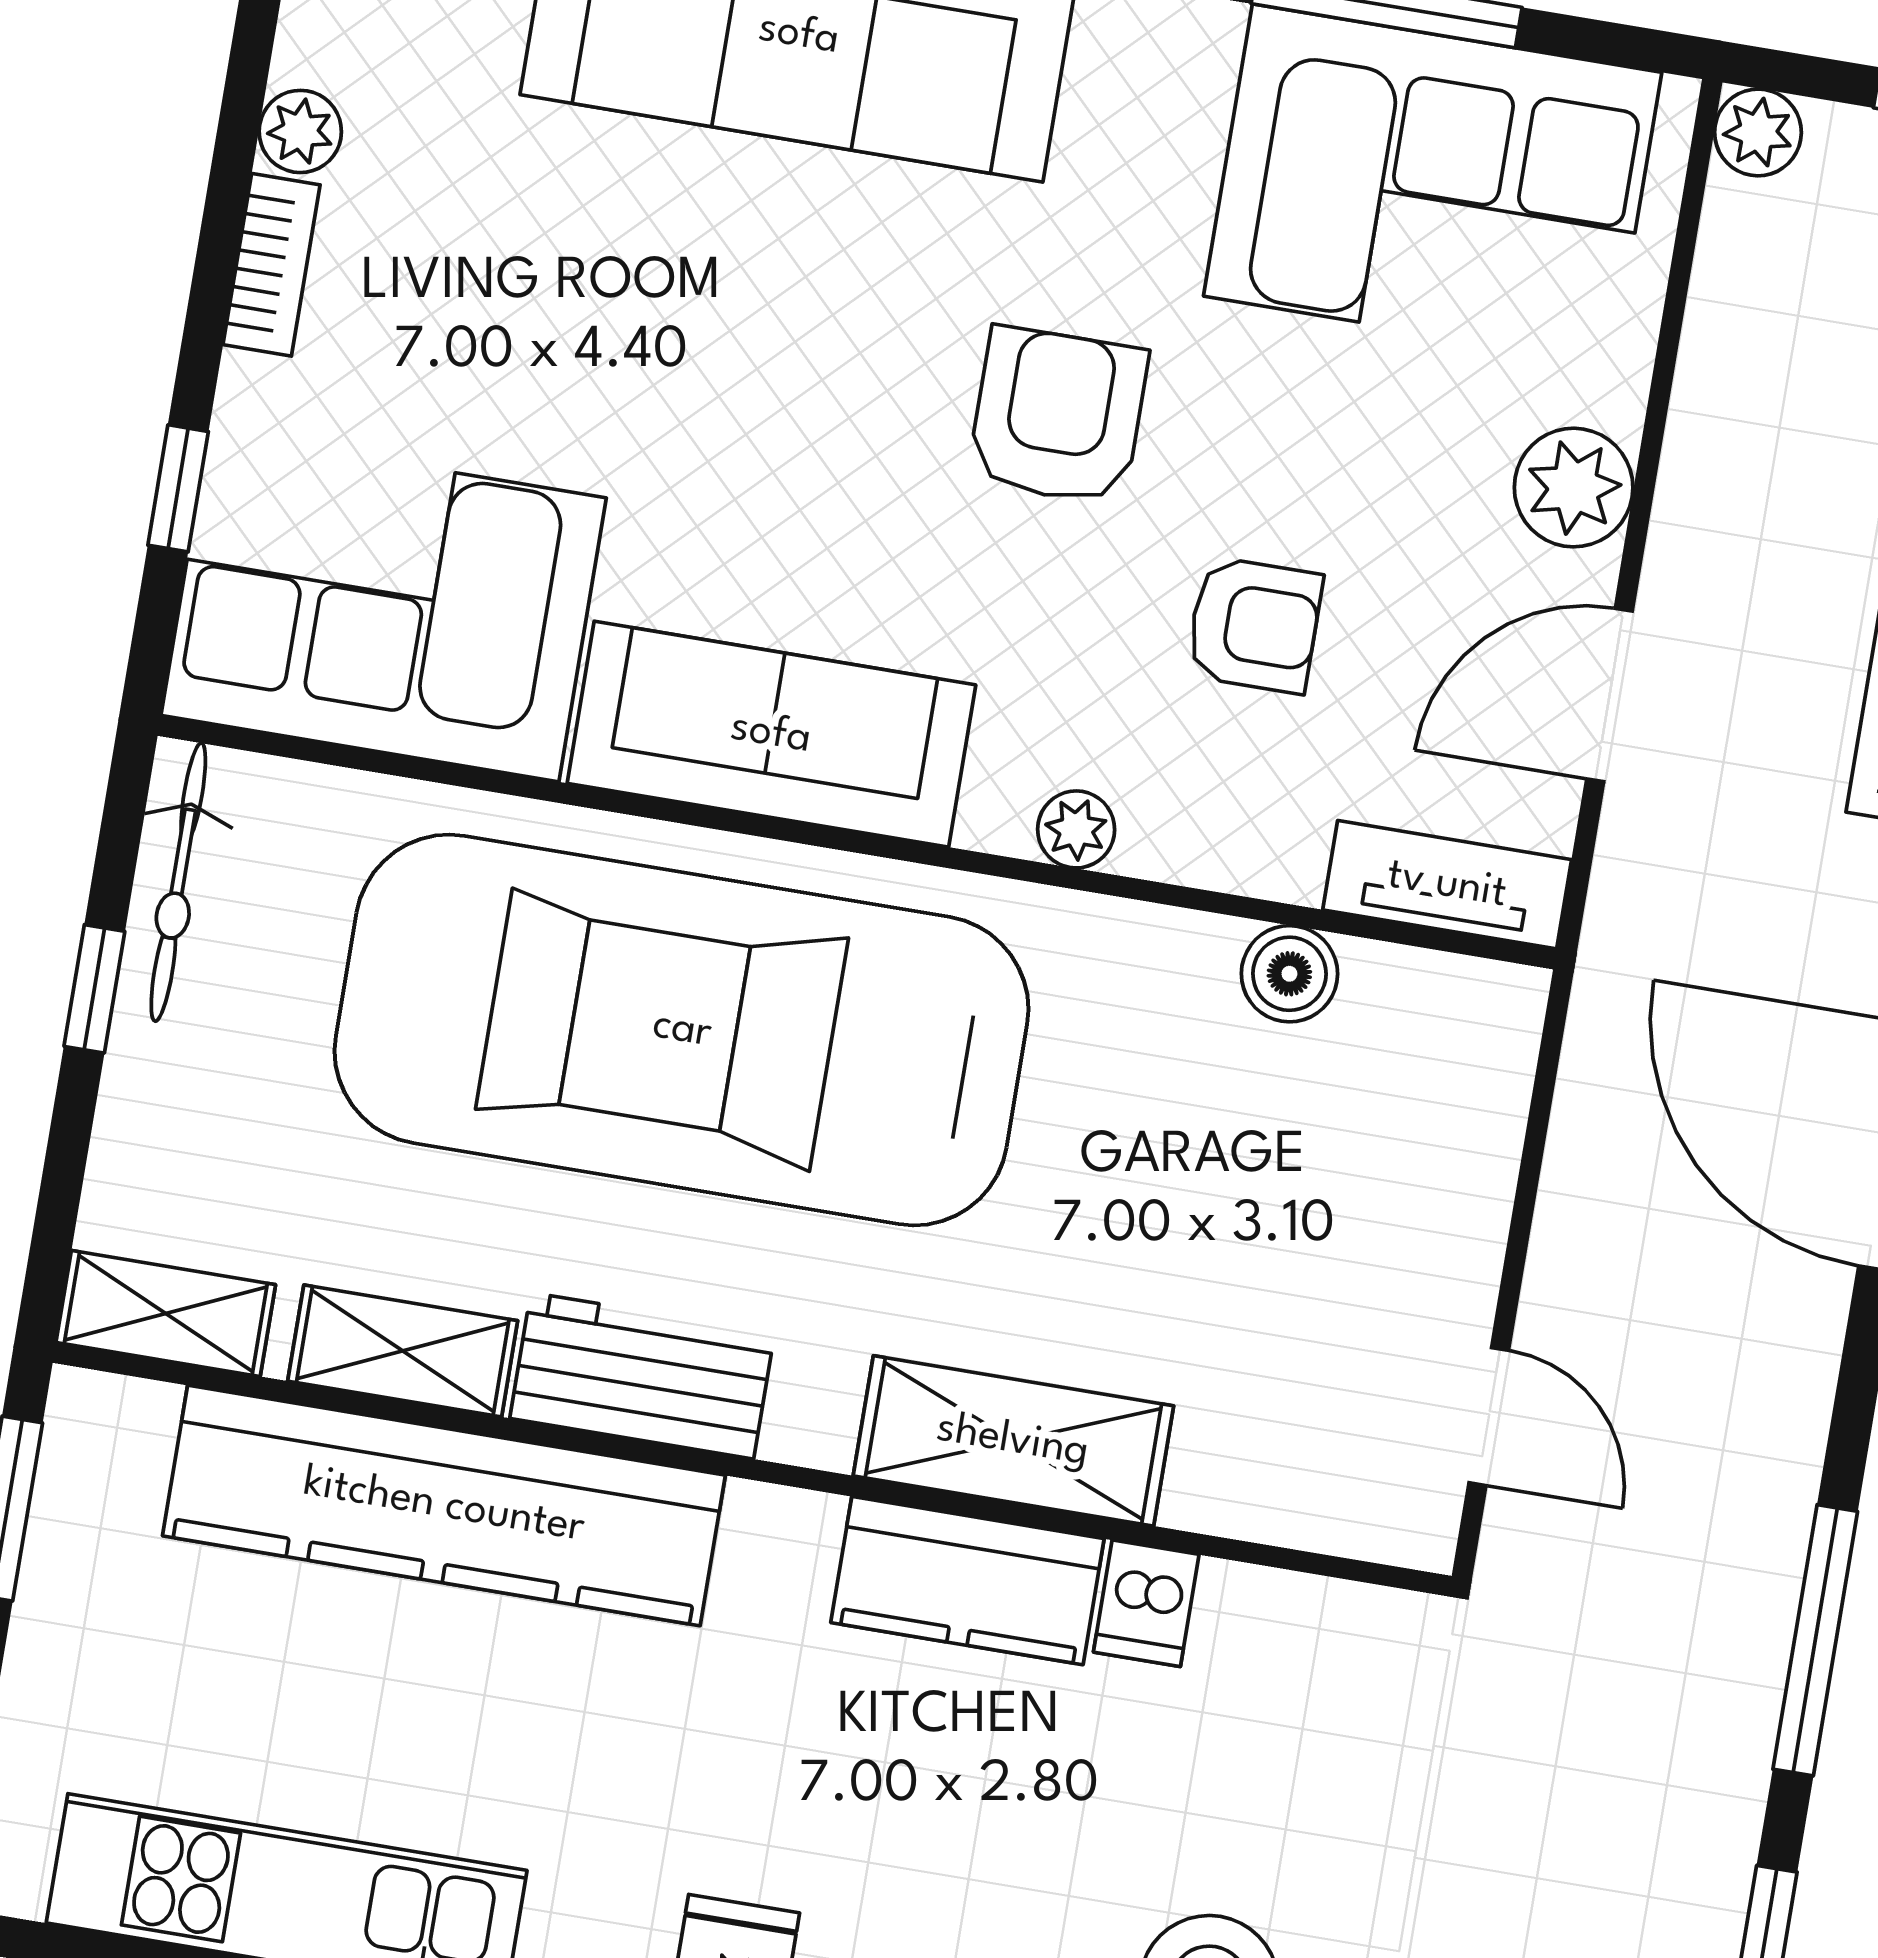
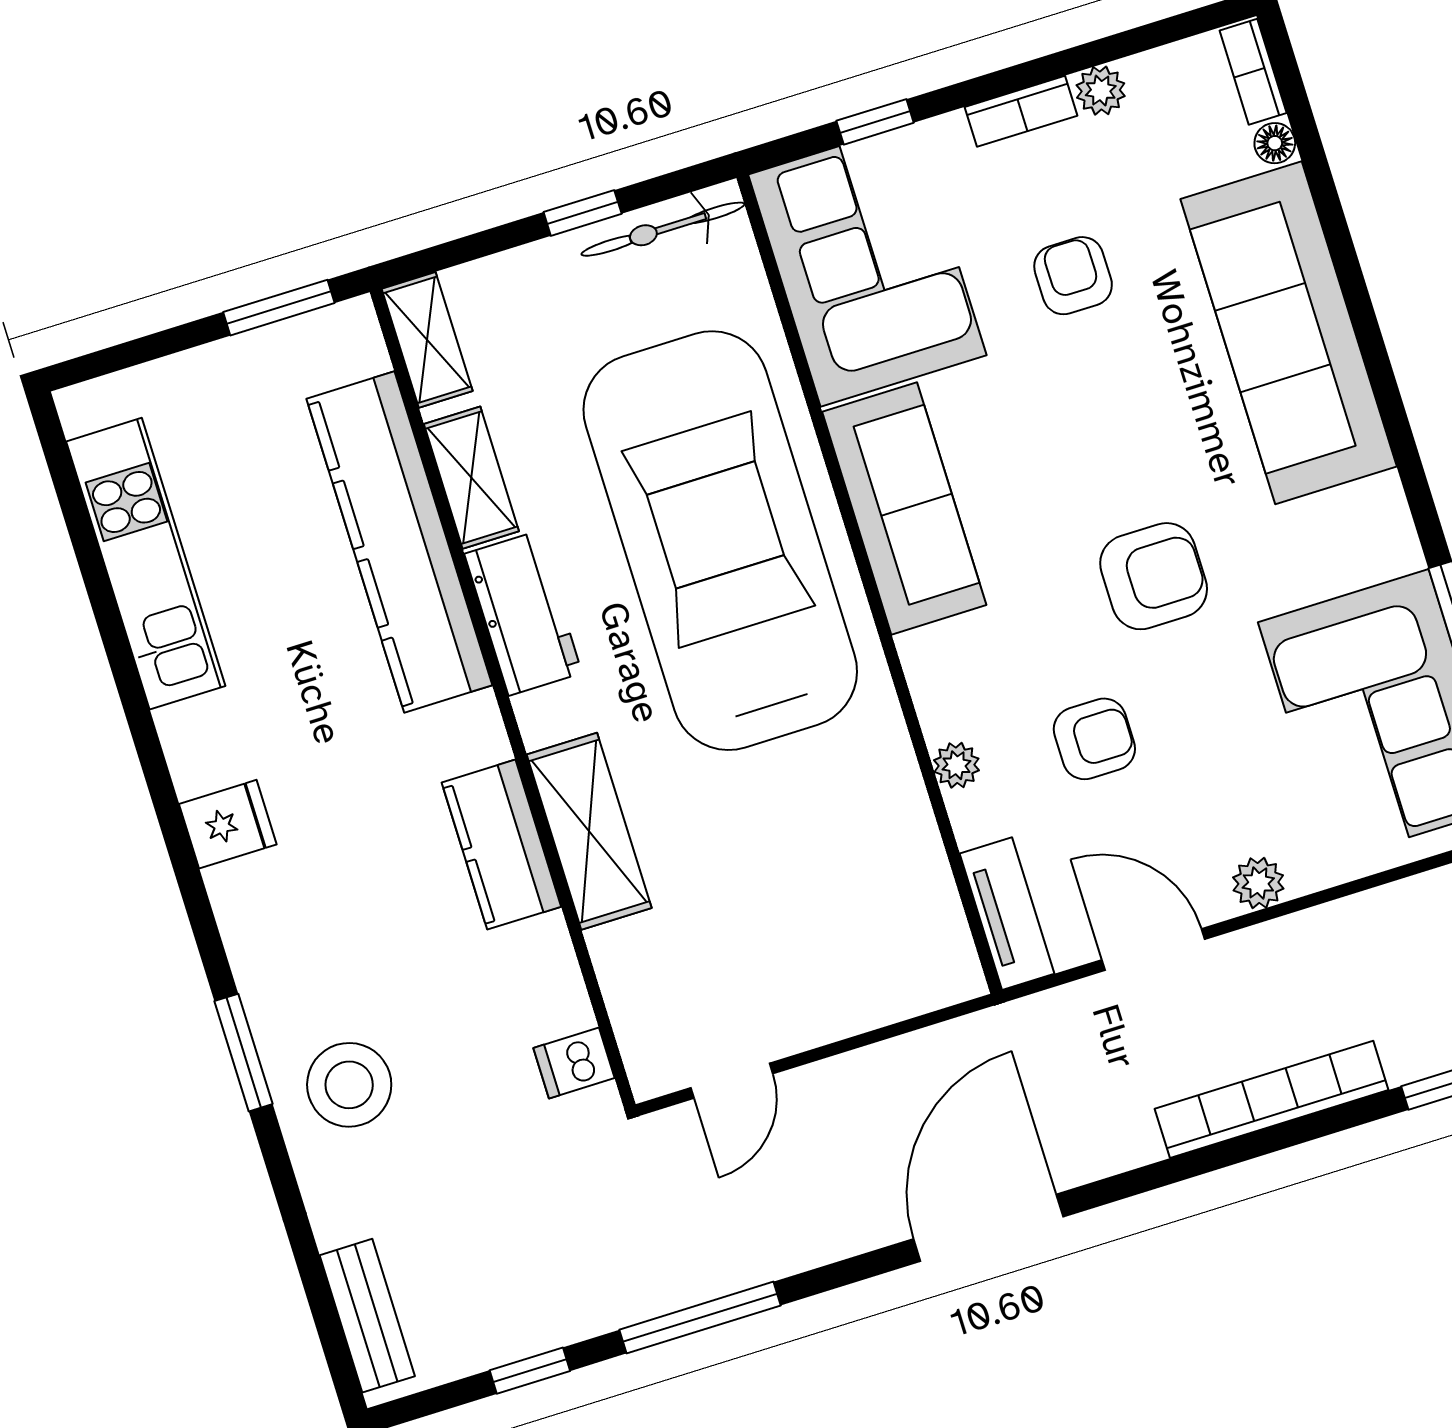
armchair: (553, 311) -> (1073, 276), added
plant: (1574, 488) -> (1258, 883), width x0.73, depth x0.73
armchair: (1254, 625) -> (1094, 739), turned -90
plant: (1076, 829) -> (956, 765), moved
boiler: (1289, 974) -> (916, 853), removed
dishwasher: (1146, 1603) -> (574, 1063), moved

